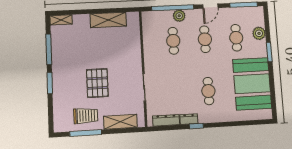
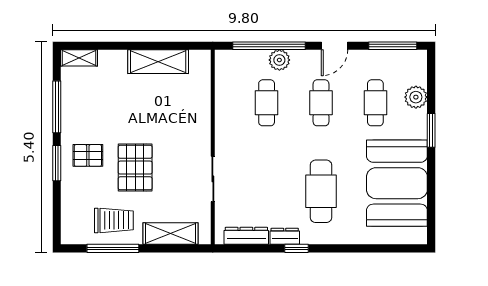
pallet: (68, 77) -> (88, 155), added
cafe table: (208, 91) -> (321, 191), width x1.37, depth x1.35

